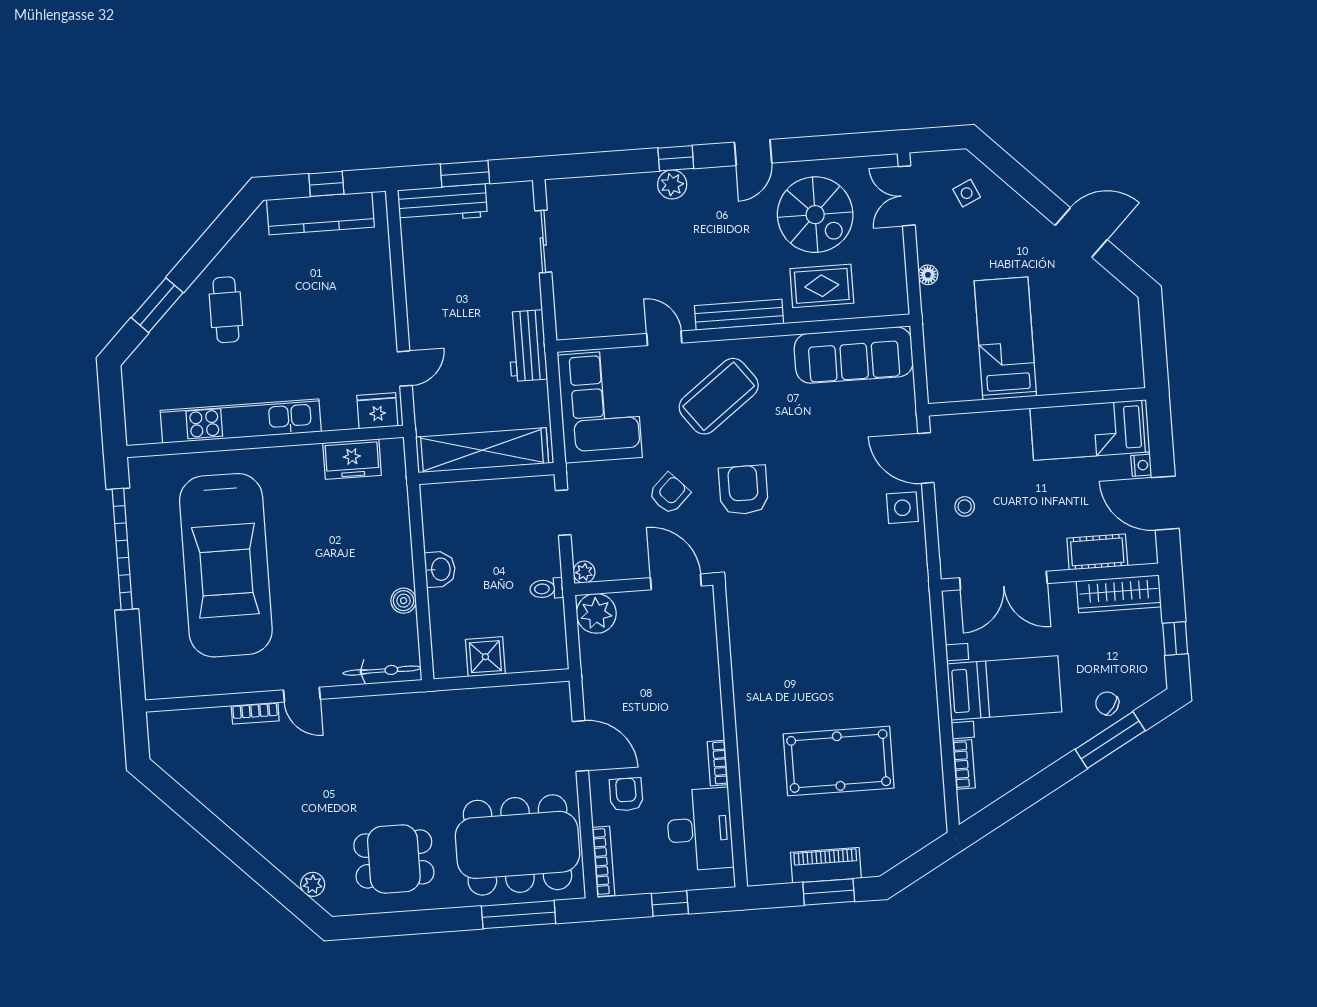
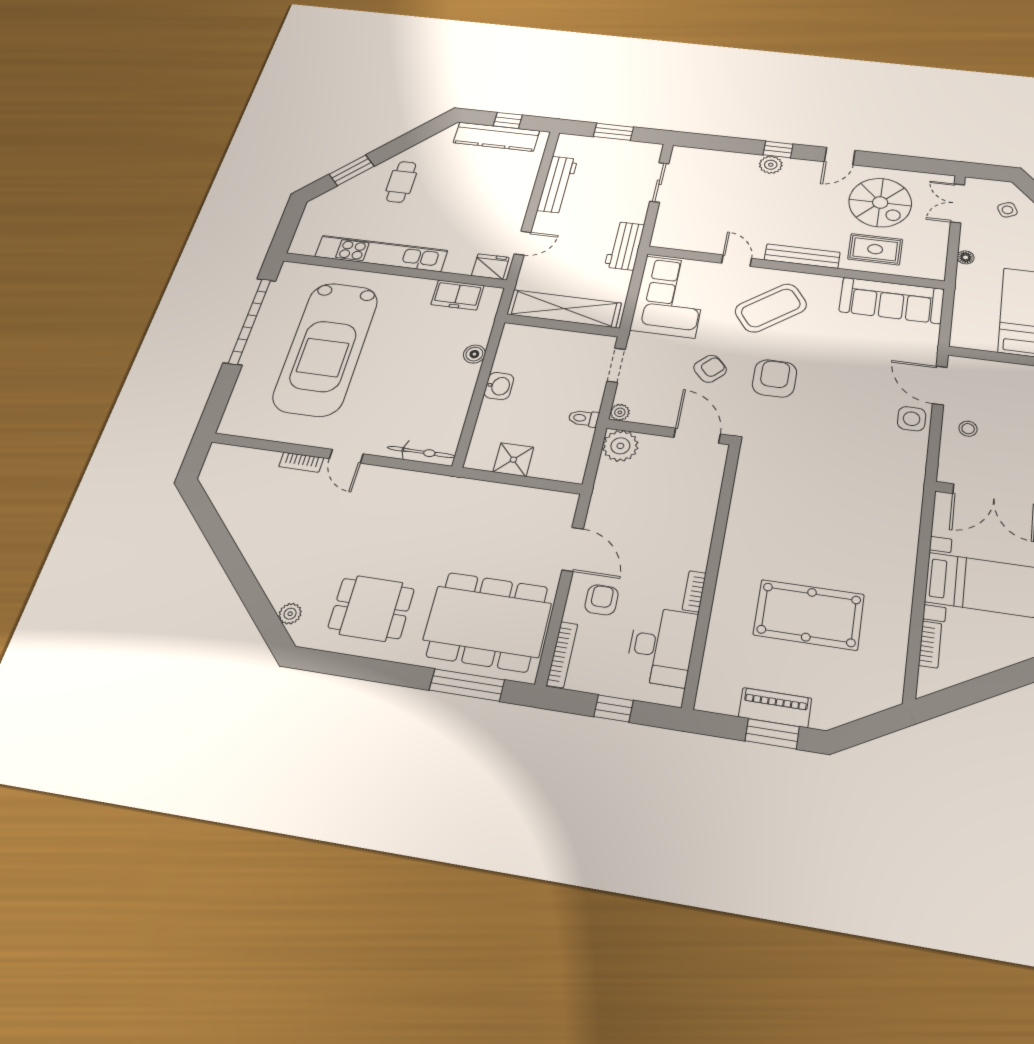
workbench: (442, 203) -> (557, 185), moved, turned -90
boiler: (404, 601) -> (474, 354), moved

